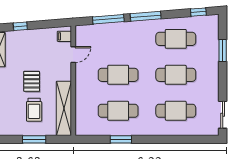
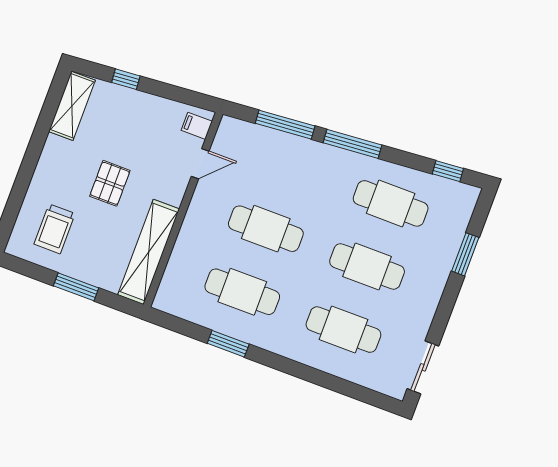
trolley: (34, 110) -> (55, 229), moved

